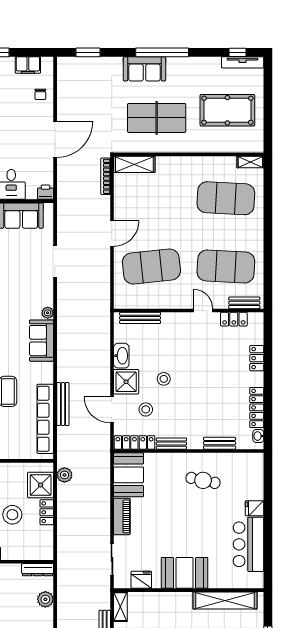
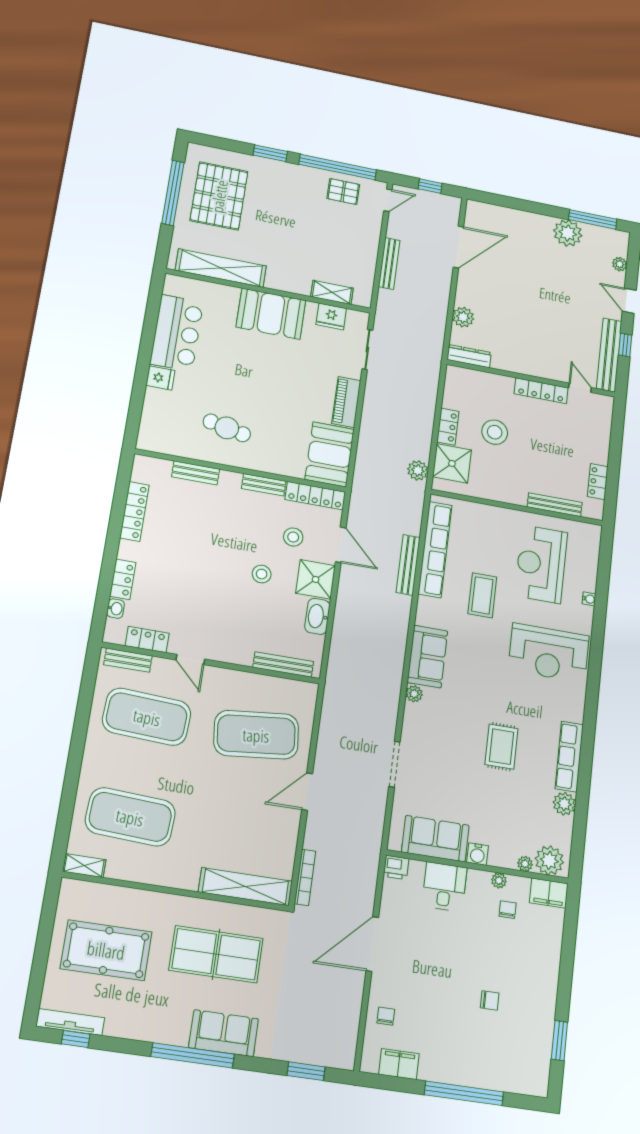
shelving: (134, 164) -> (245, 887), width x1.47
washbasin: (258, 436) -> (116, 608), moved
shelving: (120, 607) -> (332, 292), moved, turned 90

